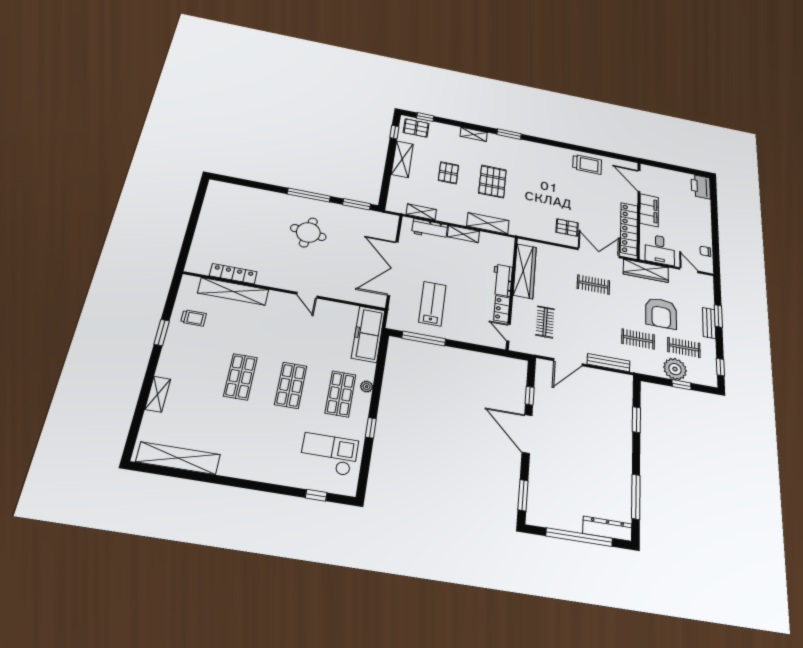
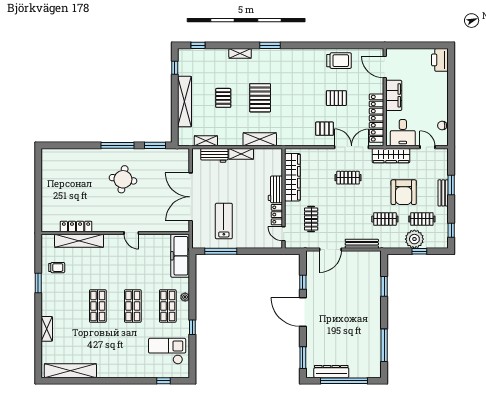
pallet: (416, 128) -> (336, 98), moved
shelving: (402, 159) -> (185, 102), width x1.47
dresser: (607, 529) -> (331, 372), moved

